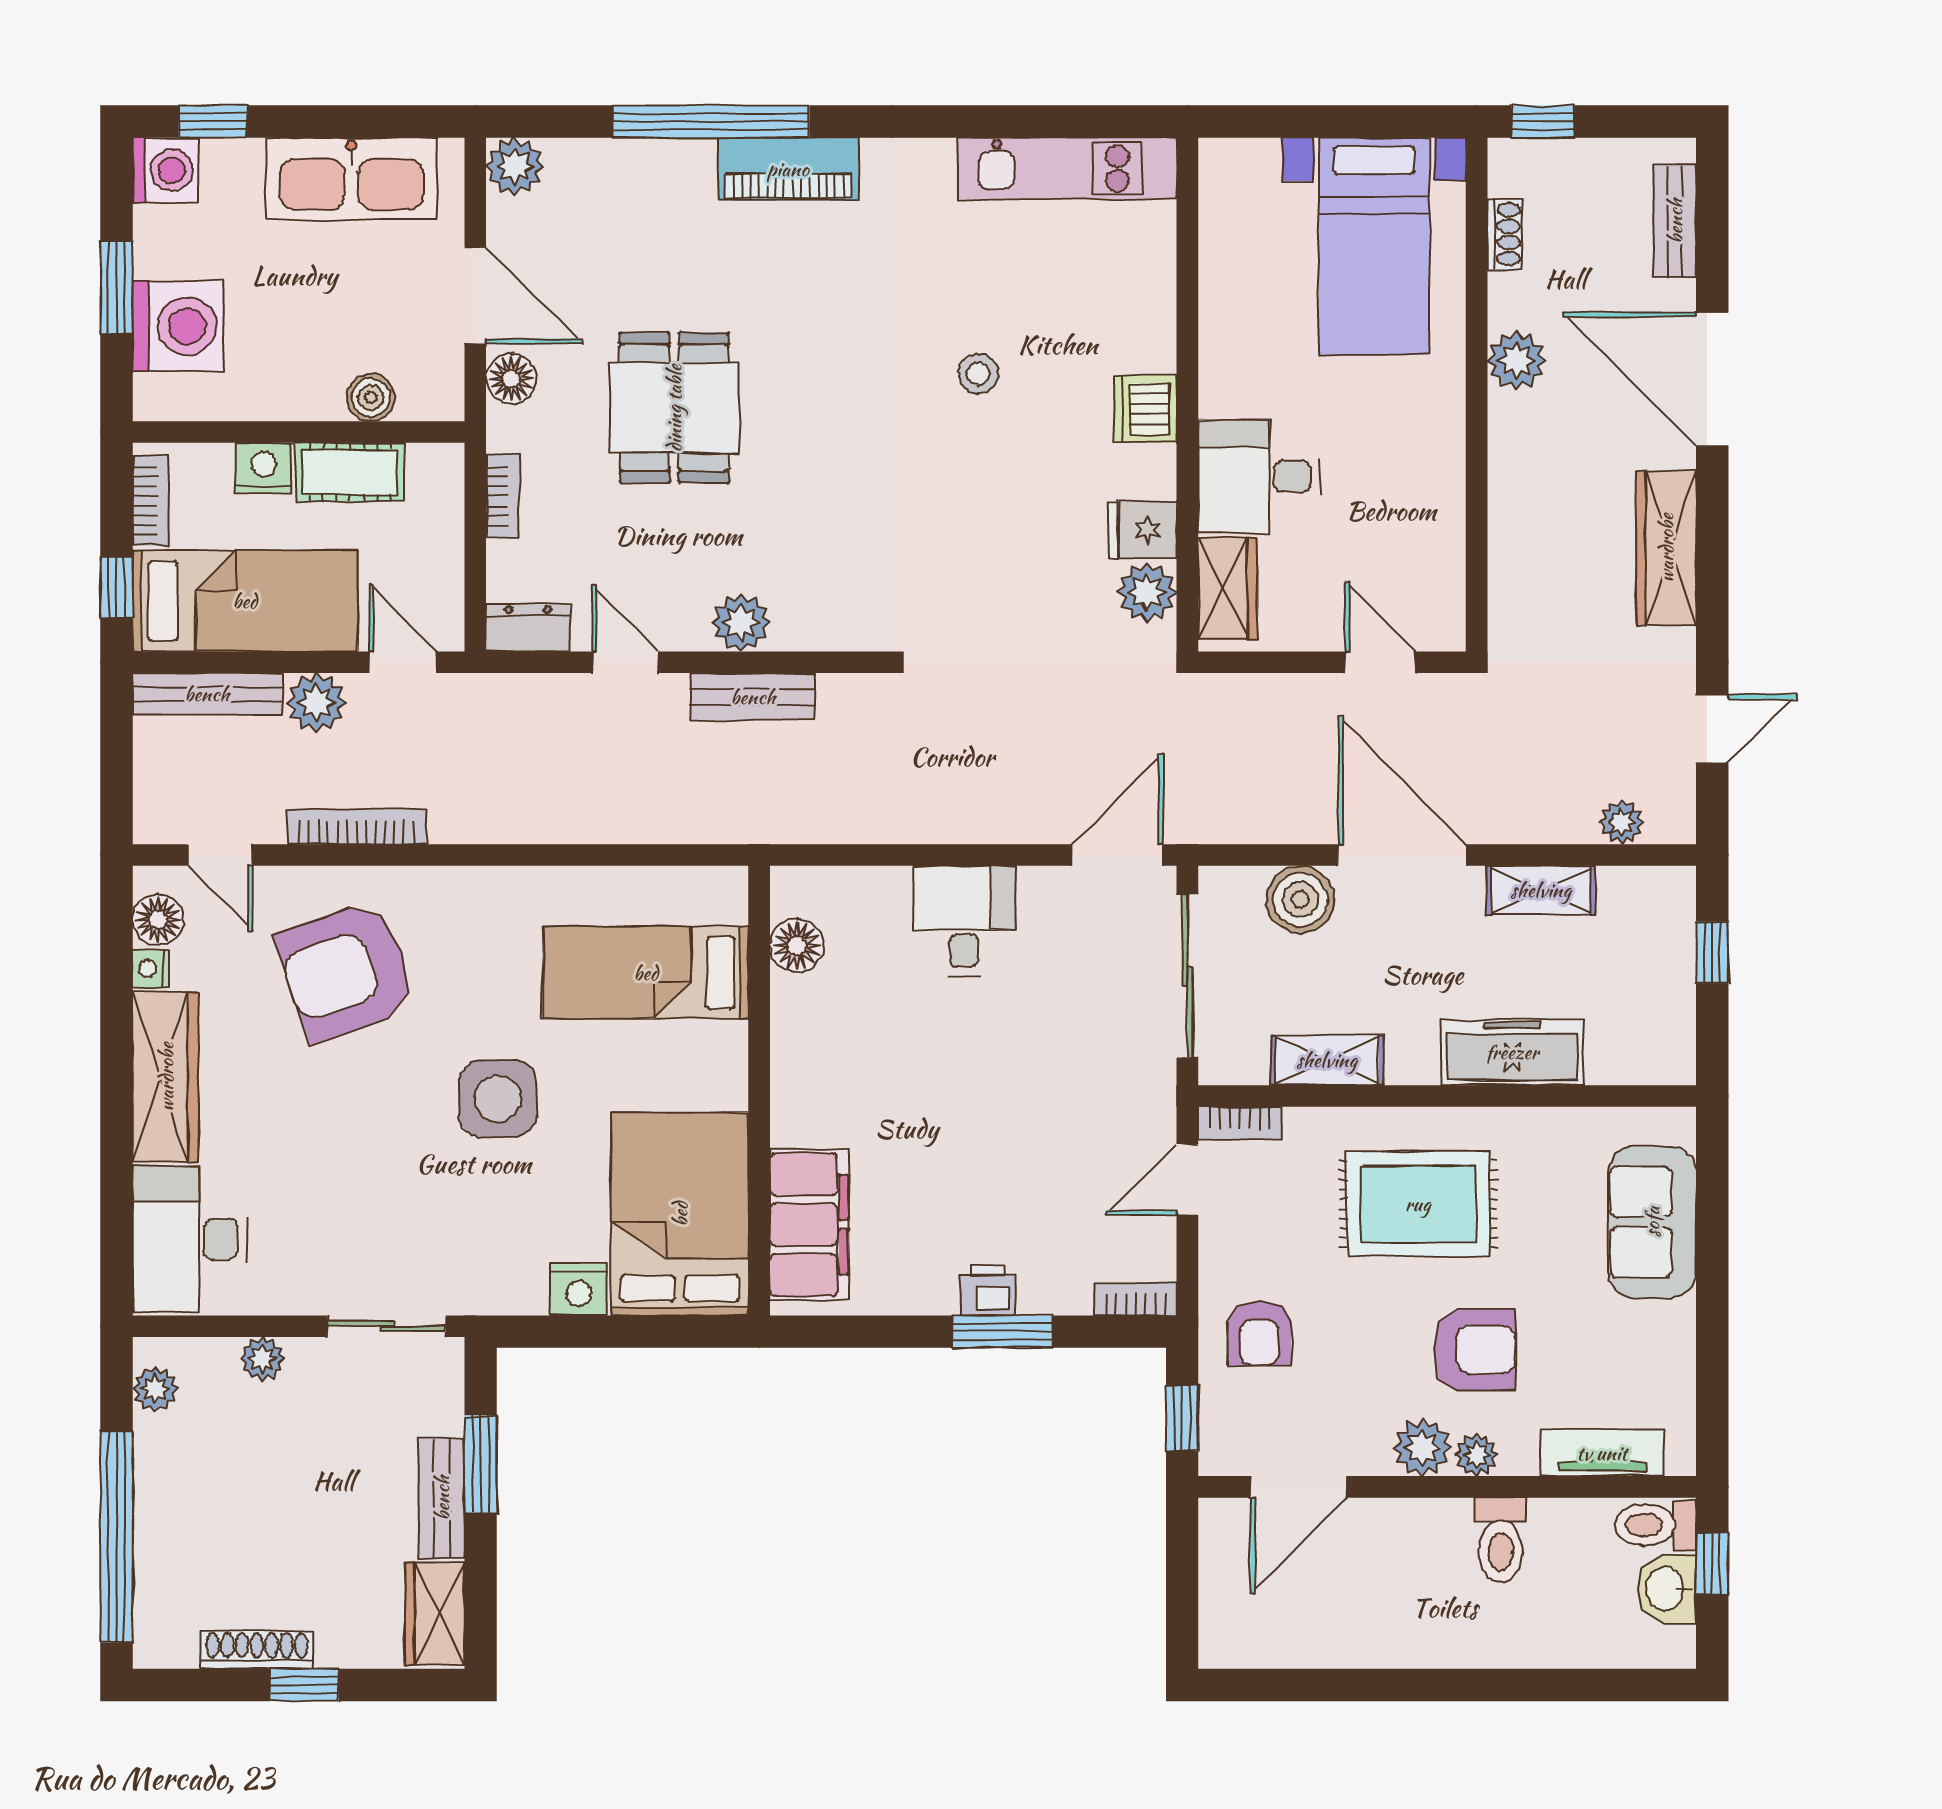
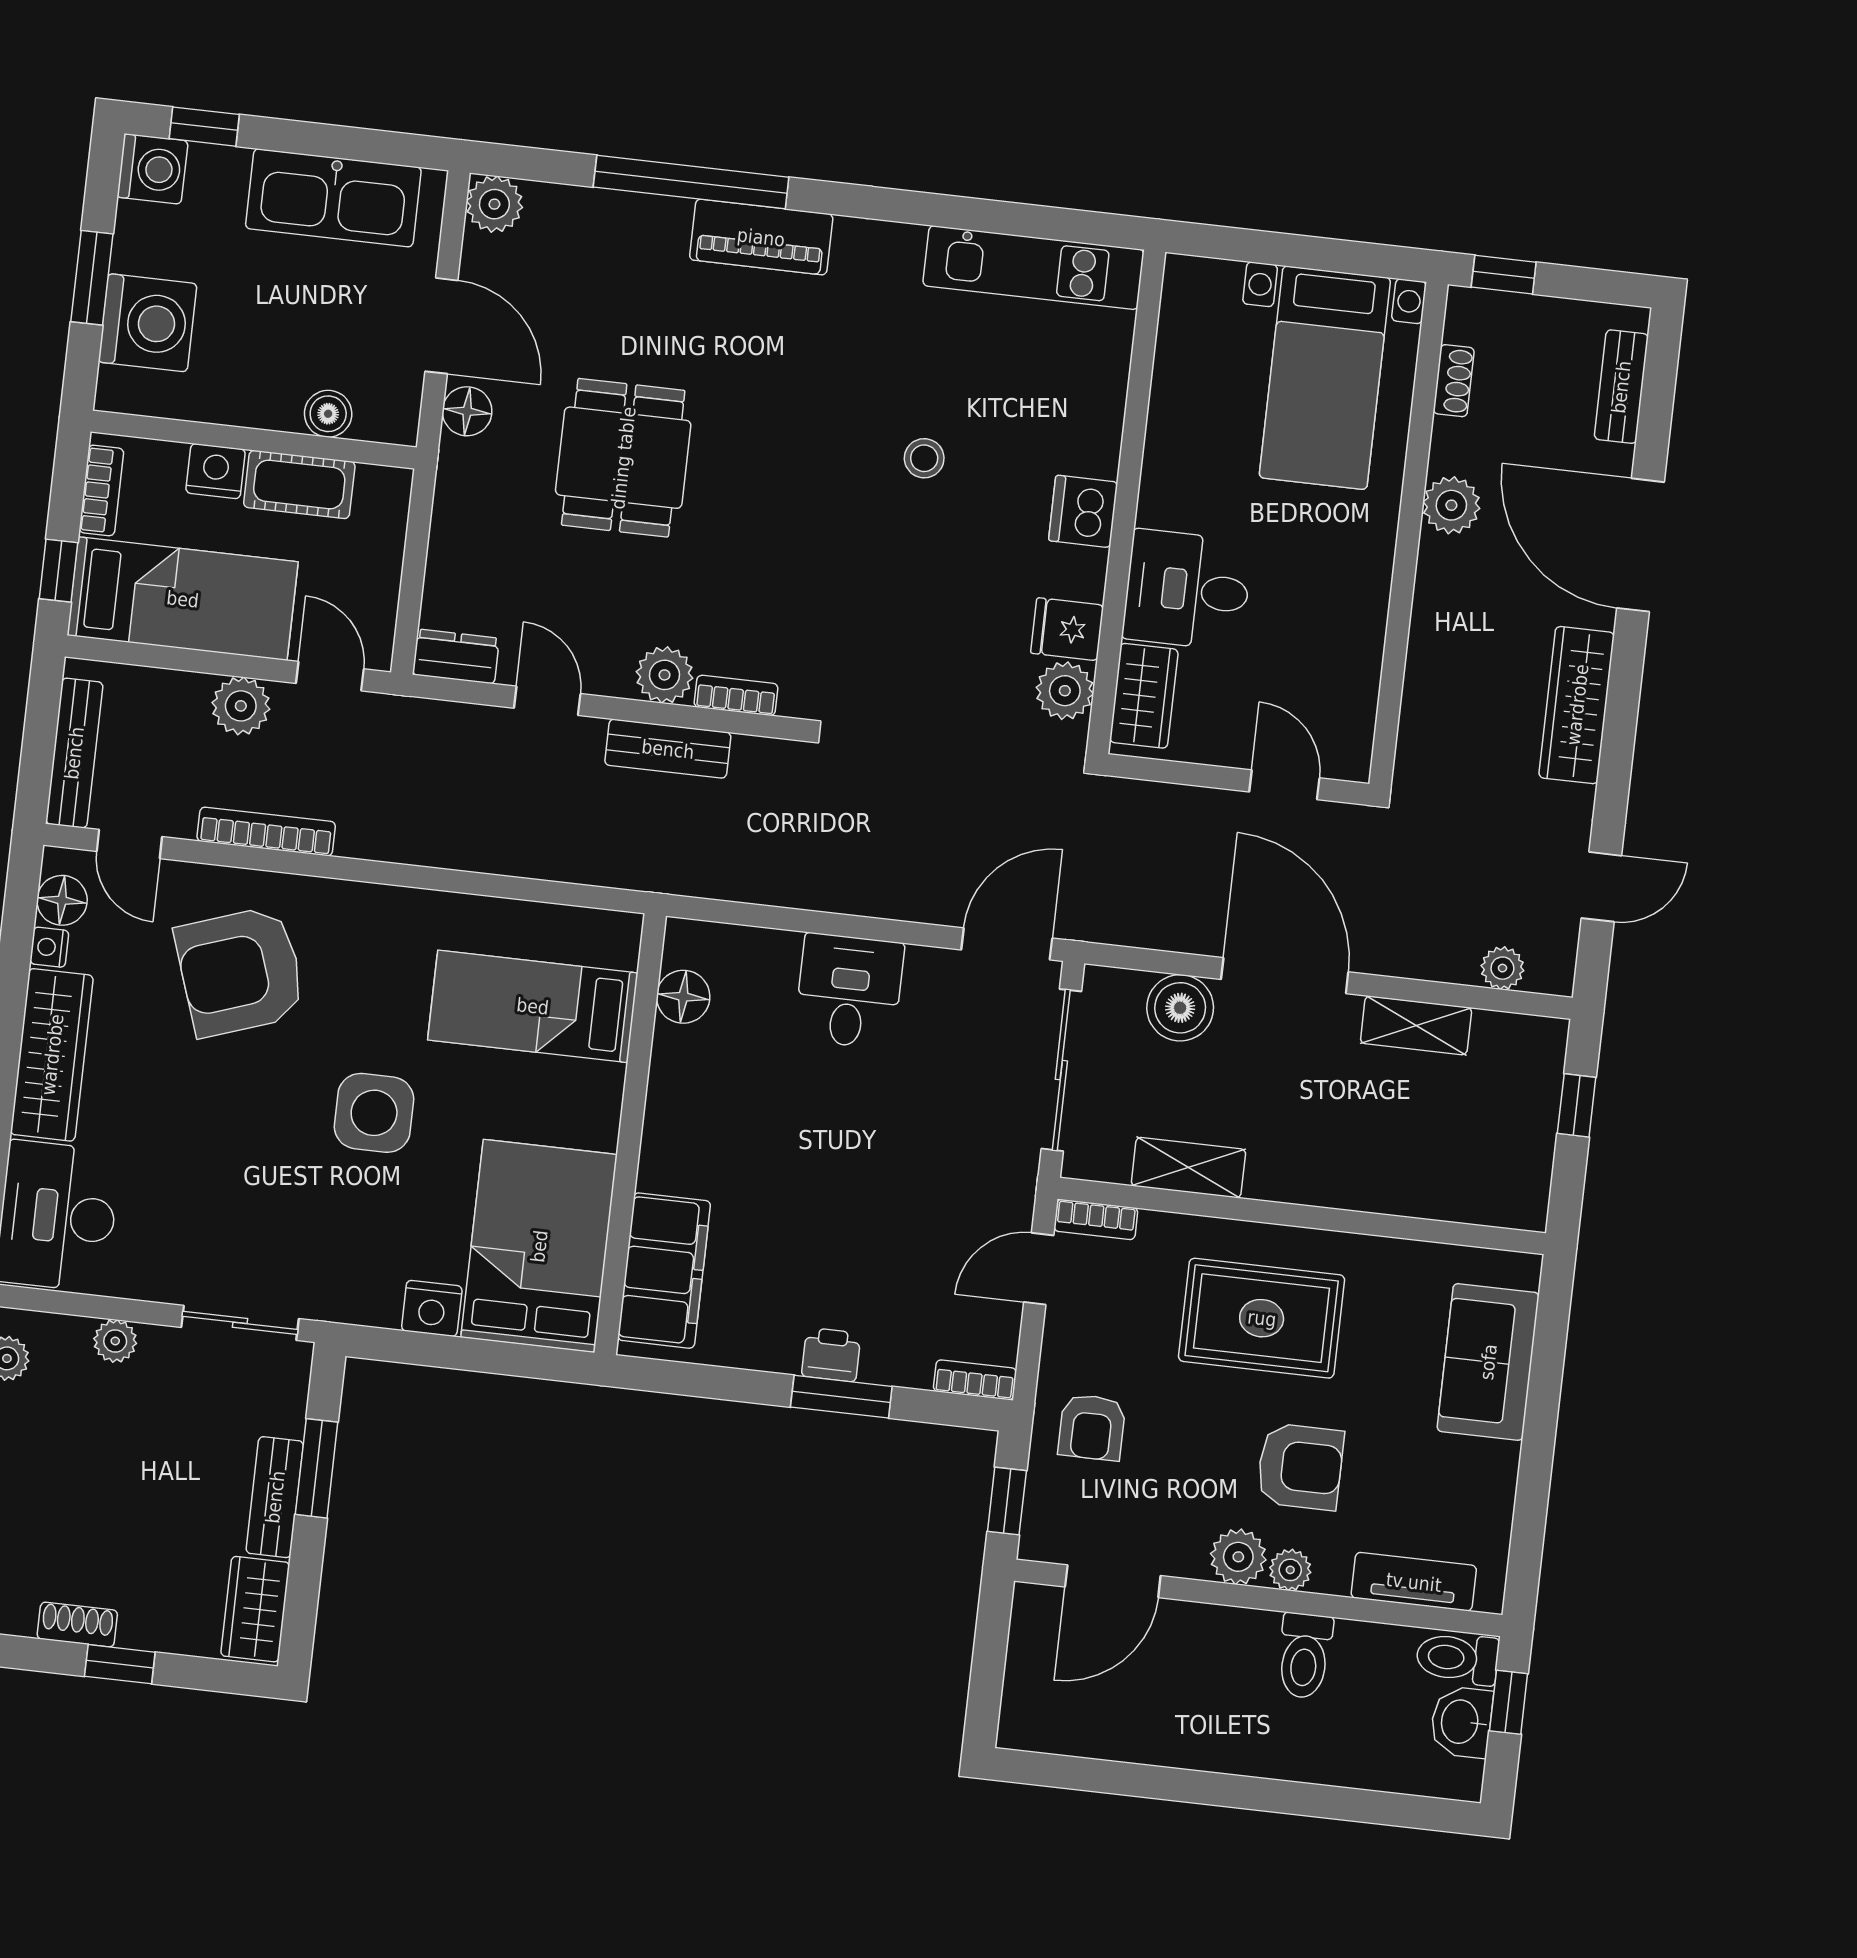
bookcase: (503, 496) -> (736, 695), moved, turned -90
bench: (207, 694) -> (74, 753), moved, turned 90
freezer: (1512, 1052) -> (1370, 1181), removed
shoe rack: (257, 1650) -> (77, 1625), width x0.70

